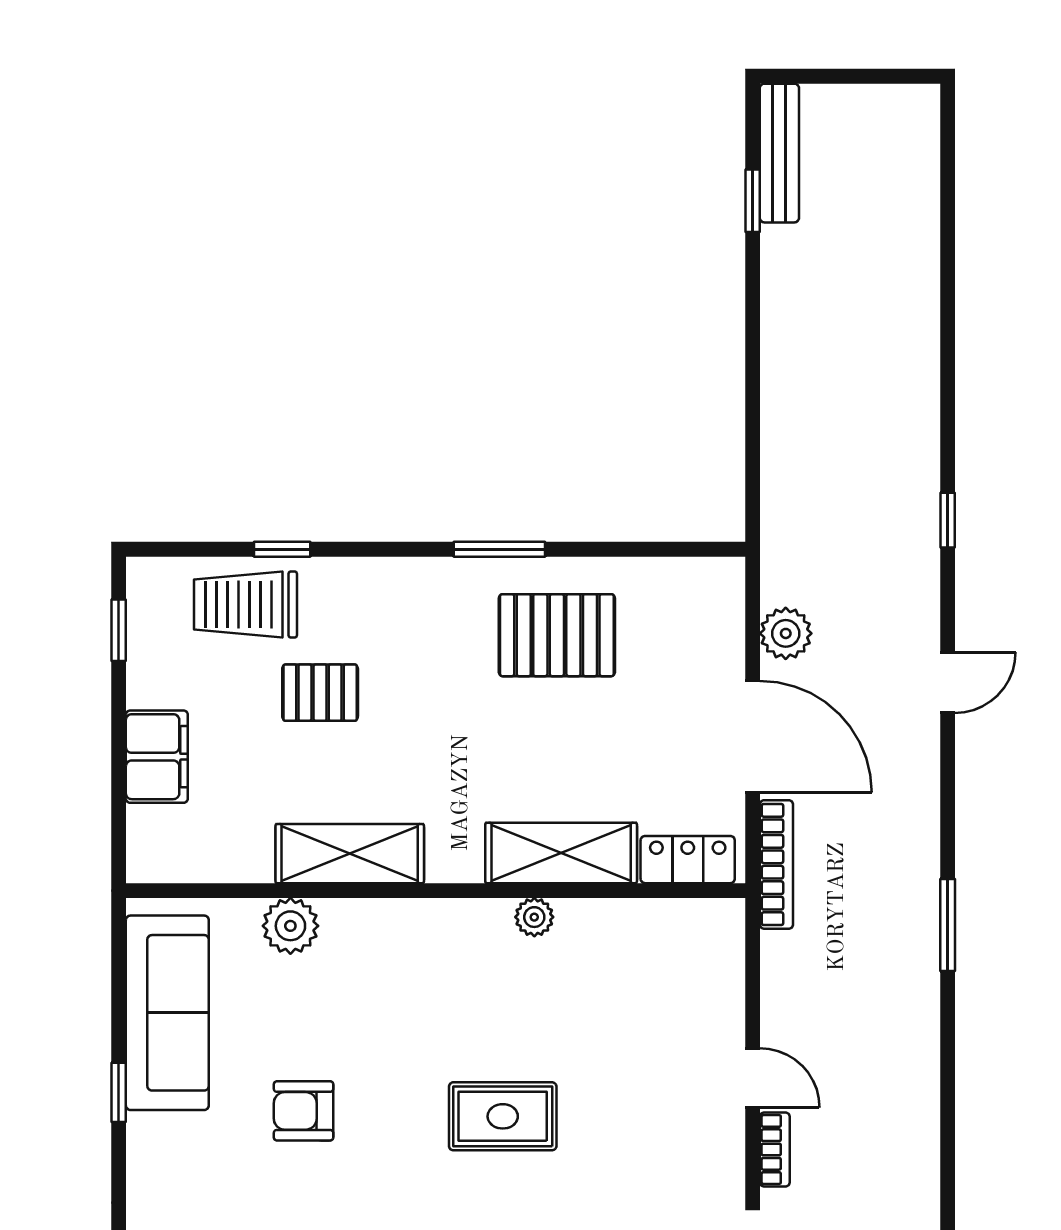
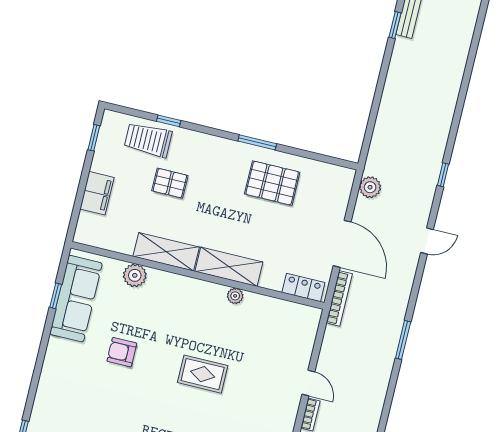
plant: (786, 633) -> (370, 187), moved
shelving: (561, 853) -> (229, 267), moved
window: (119, 1092) -> (56, 296), moved

